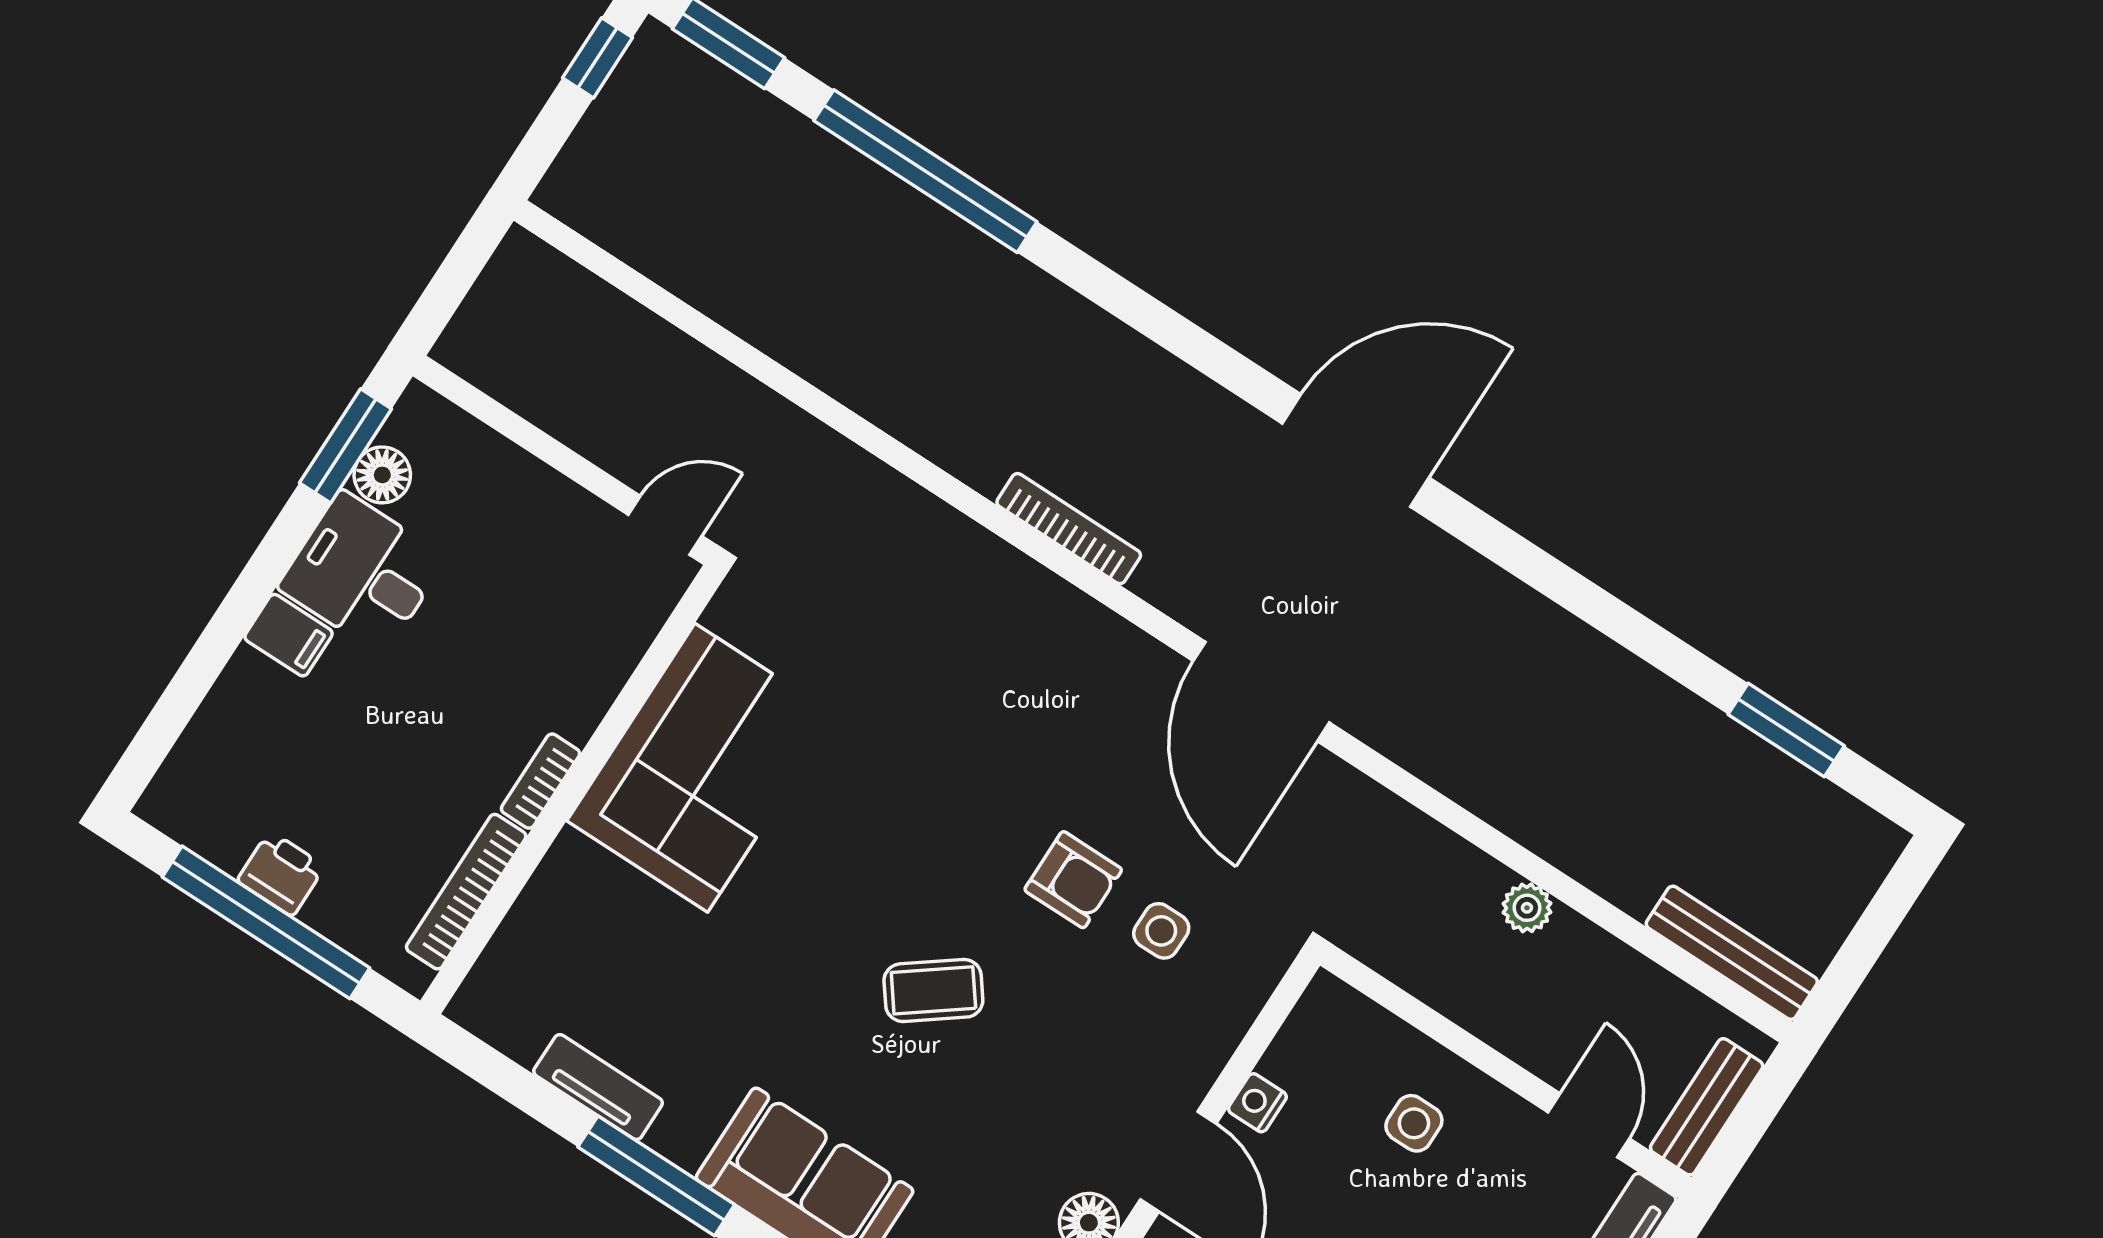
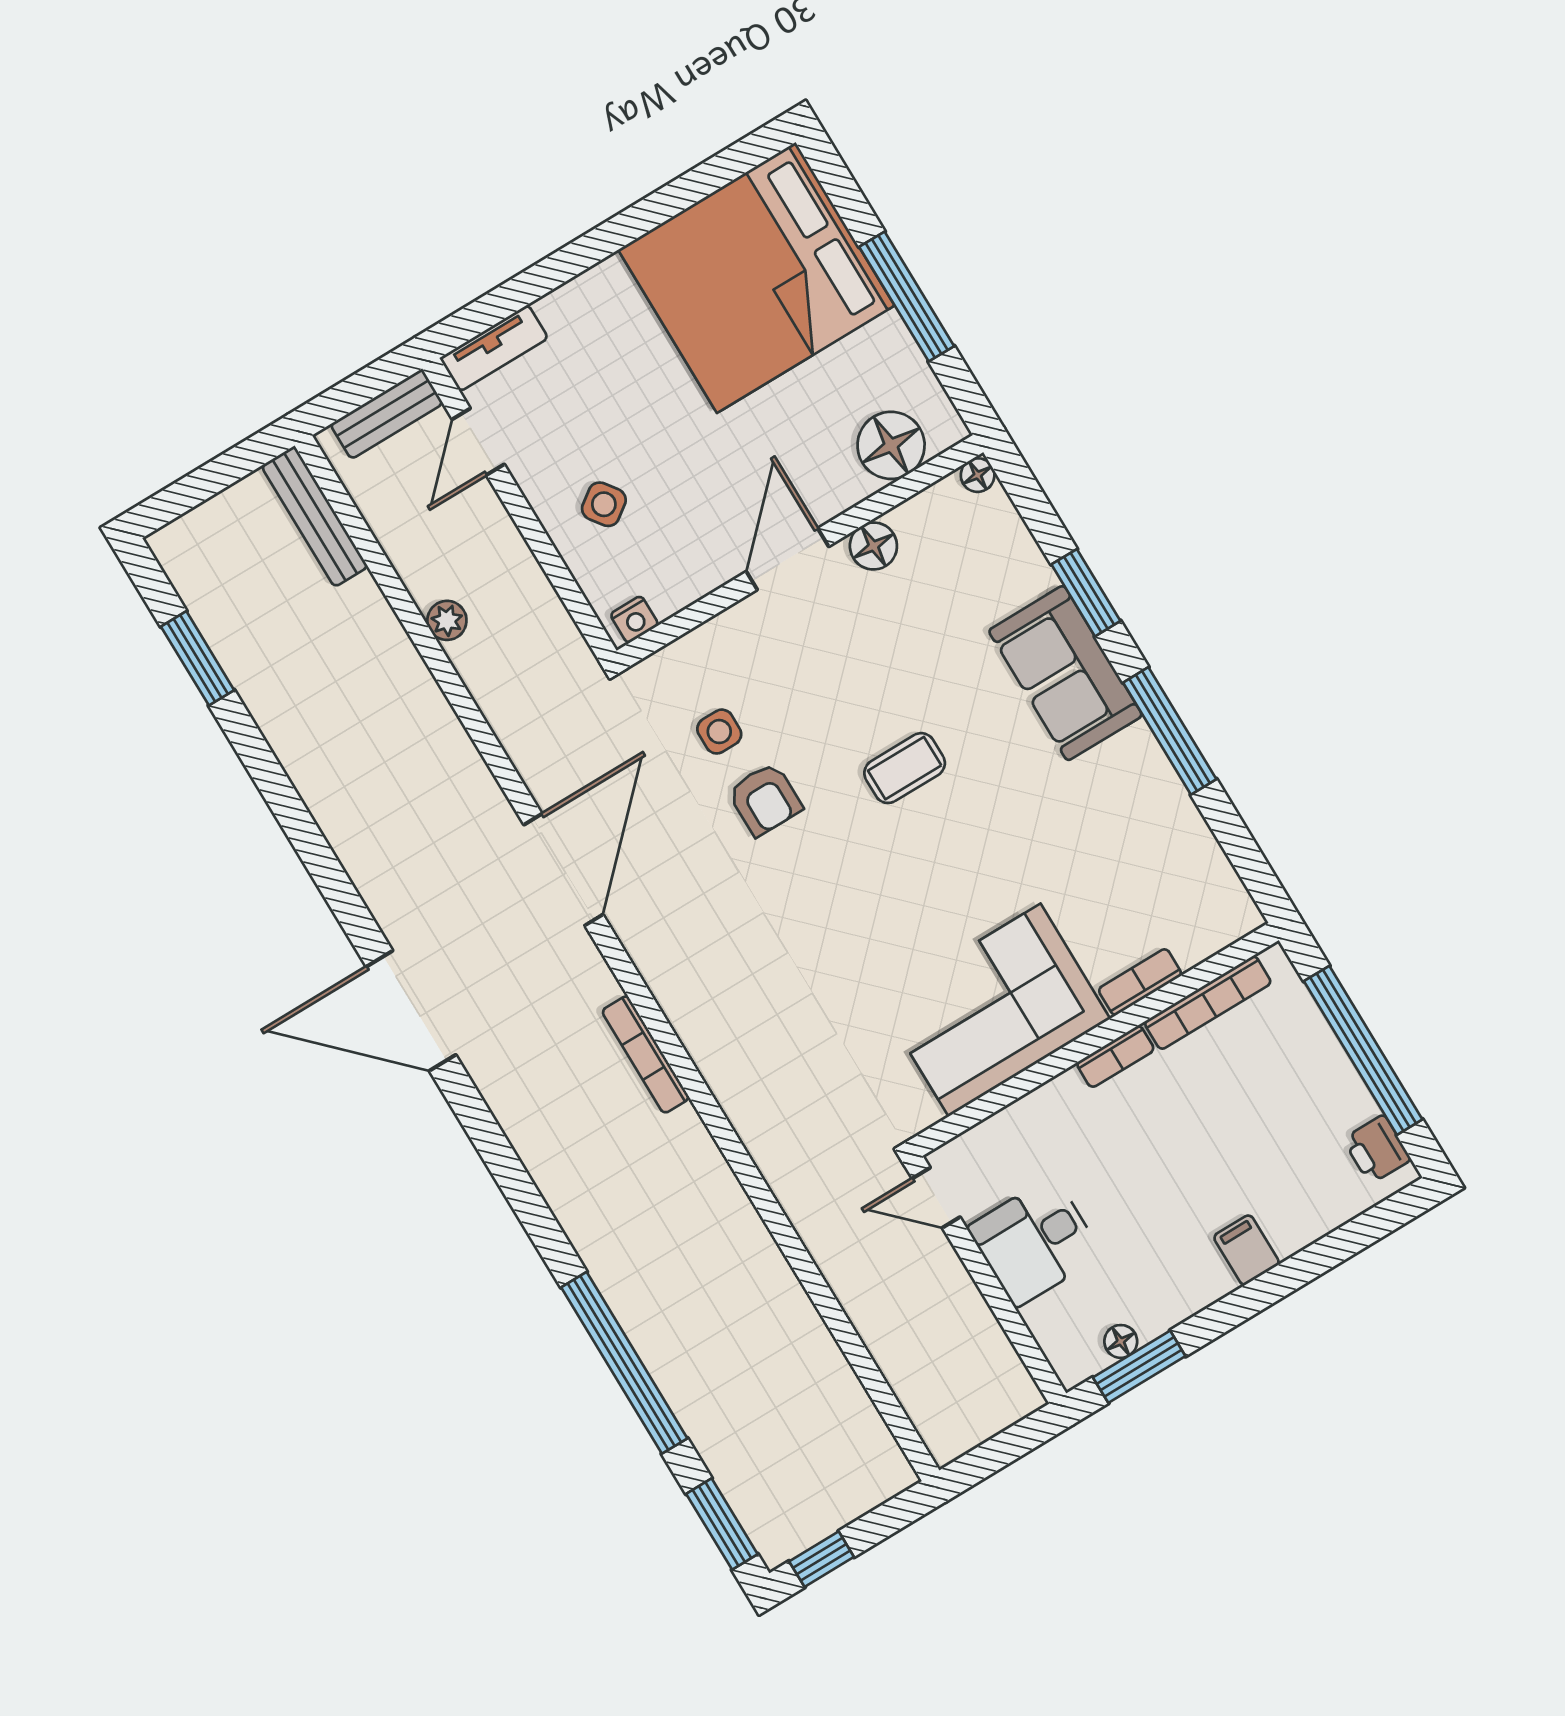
floor lamp: (382, 475) -> (1121, 1341), width x0.73, depth x0.73
desk: (362, 573) -> (1035, 1241), moved, turned 90
printer: (281, 874) -> (1377, 1149), moved
bookcase: (553, 878) -> (1140, 982), added
armchair: (1073, 880) -> (765, 799), turned 180
coffee table: (933, 990) -> (905, 768), turned -53
tv unit: (598, 1087) -> (1181, 815), removed
nightstand: (1257, 1103) -> (634, 619), moved
side table: (1414, 1123) -> (604, 504), turned -36

